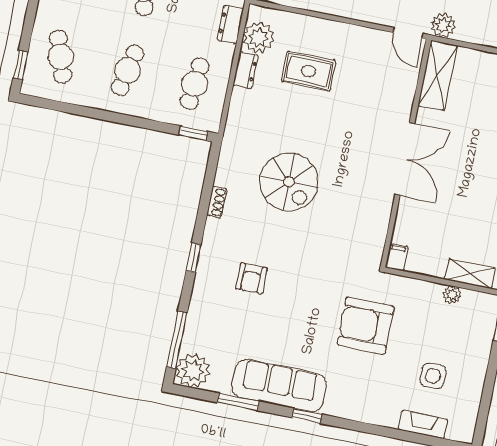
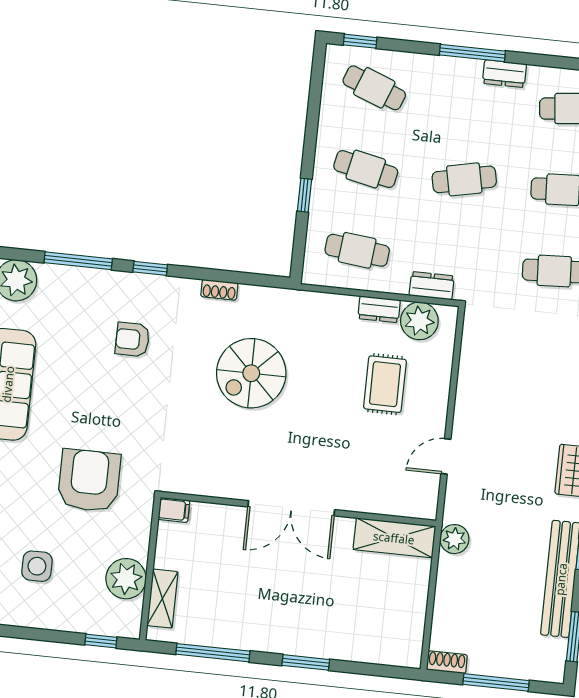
door: (408, 33) -> (446, 456), moved
cafe table: (61, 57) -> (374, 88), turned 39
window: (193, 133) -> (304, 195), moved
plant: (452, 295) -> (126, 579), width x1.88, depth x1.88
window: (177, 340) -> (78, 261), moved

